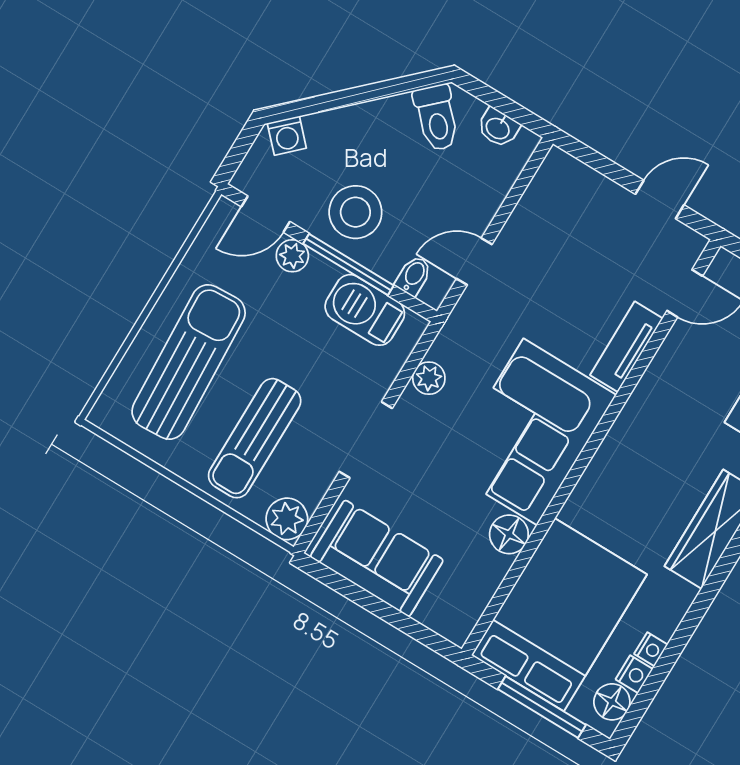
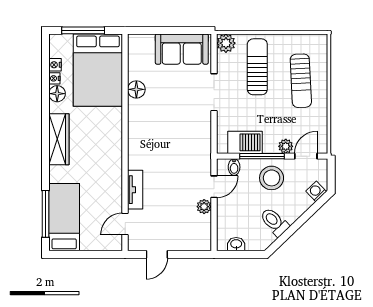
toilet: (437, 118) -> (274, 222), moved
sun lounger: (189, 362) -> (301, 81), width x0.73, depth x0.75
plant: (429, 378) -> (204, 207), moved
corner sofa: (530, 432) -> (152, 134), removed
floor lamp: (612, 702) -> (57, 94), moved

